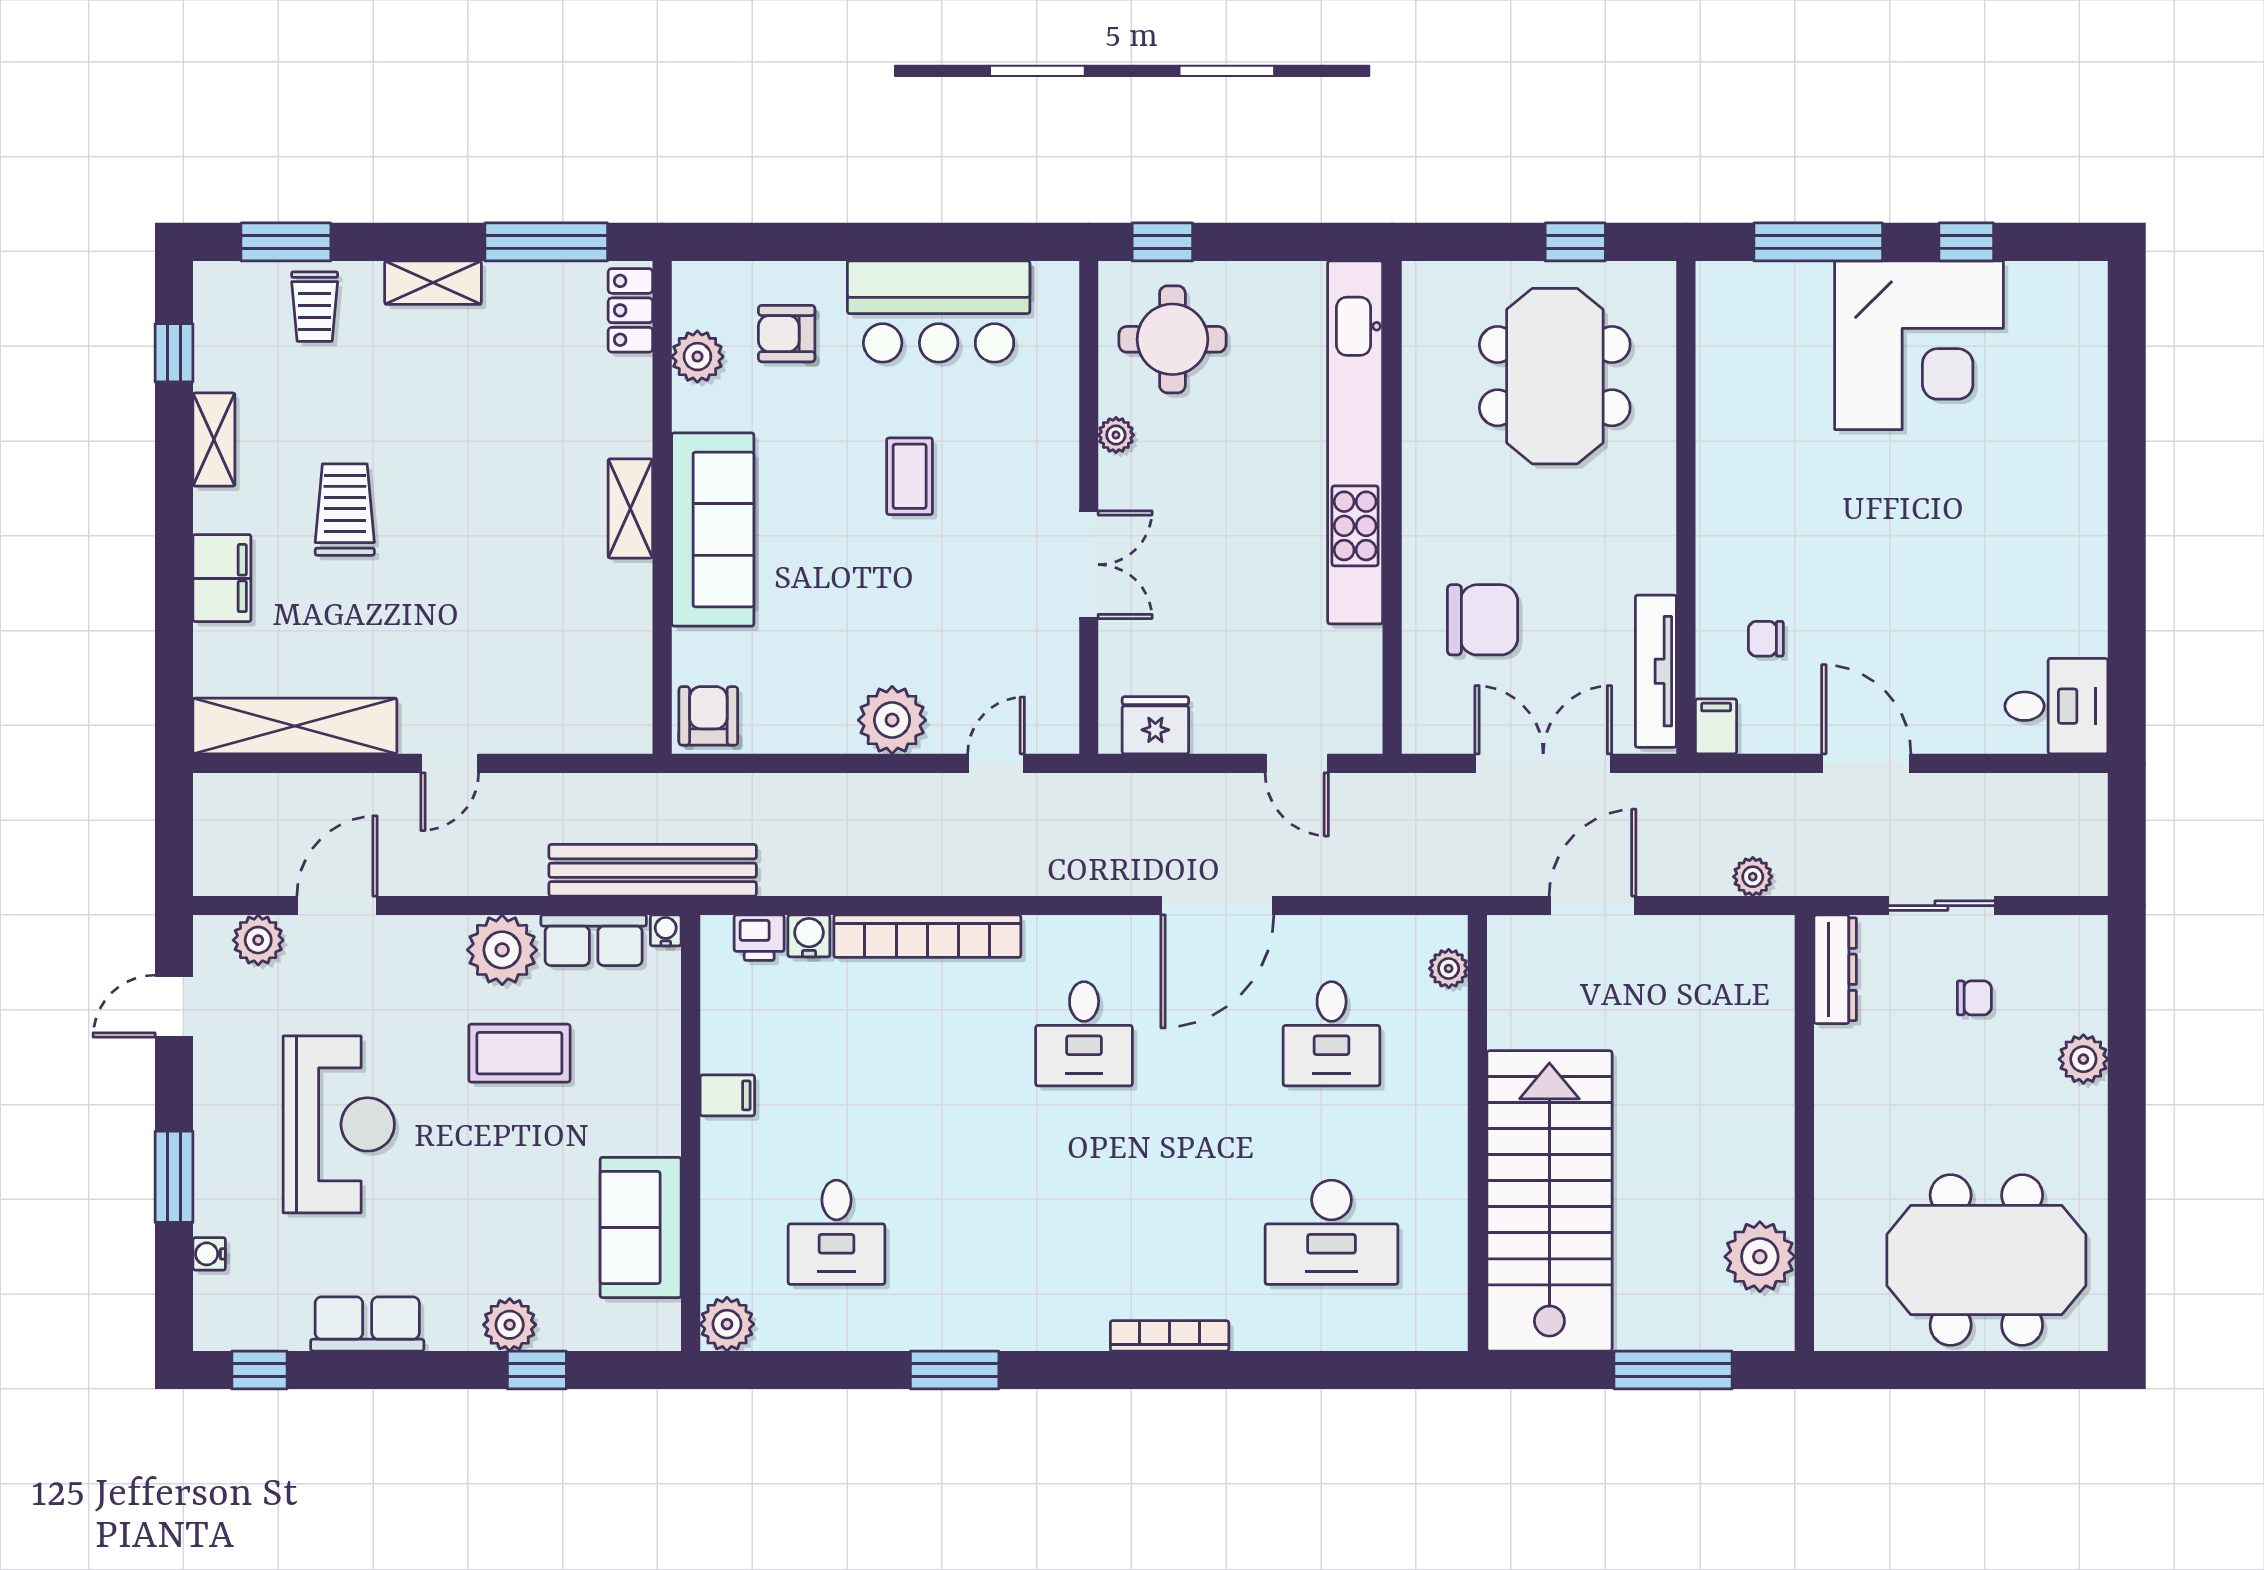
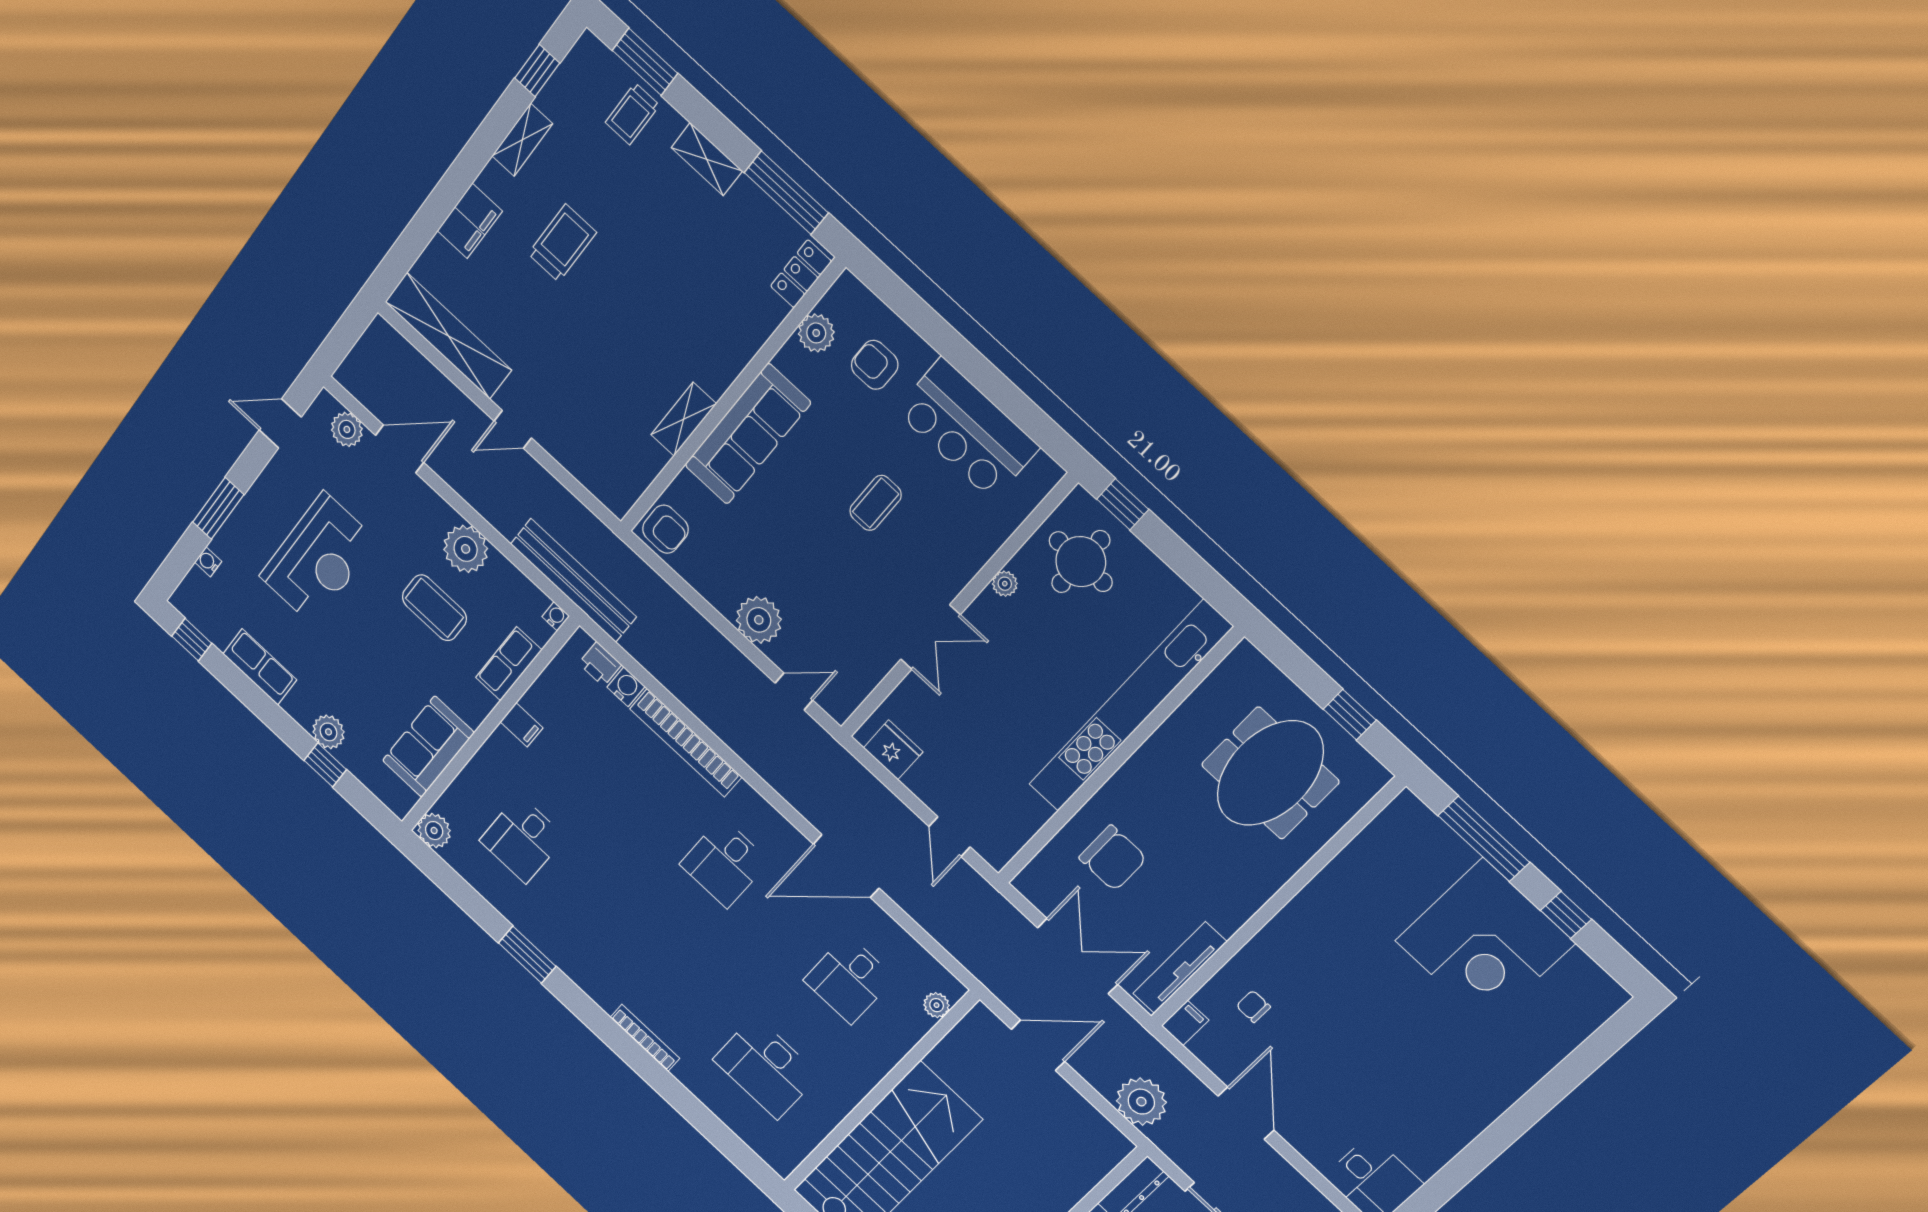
shelving: (630, 508) -> (684, 419), moved
armchair: (708, 716) -> (665, 529), turned 90
plant: (1753, 877) -> (1141, 1102), width x1.88, depth x1.88
row of seats: (594, 940) -> (509, 664), moved, turned 90

